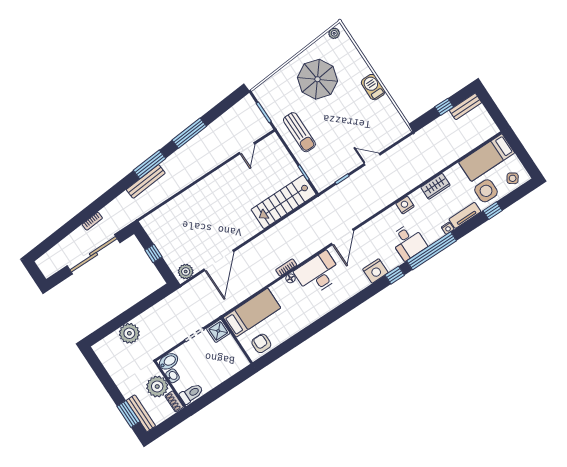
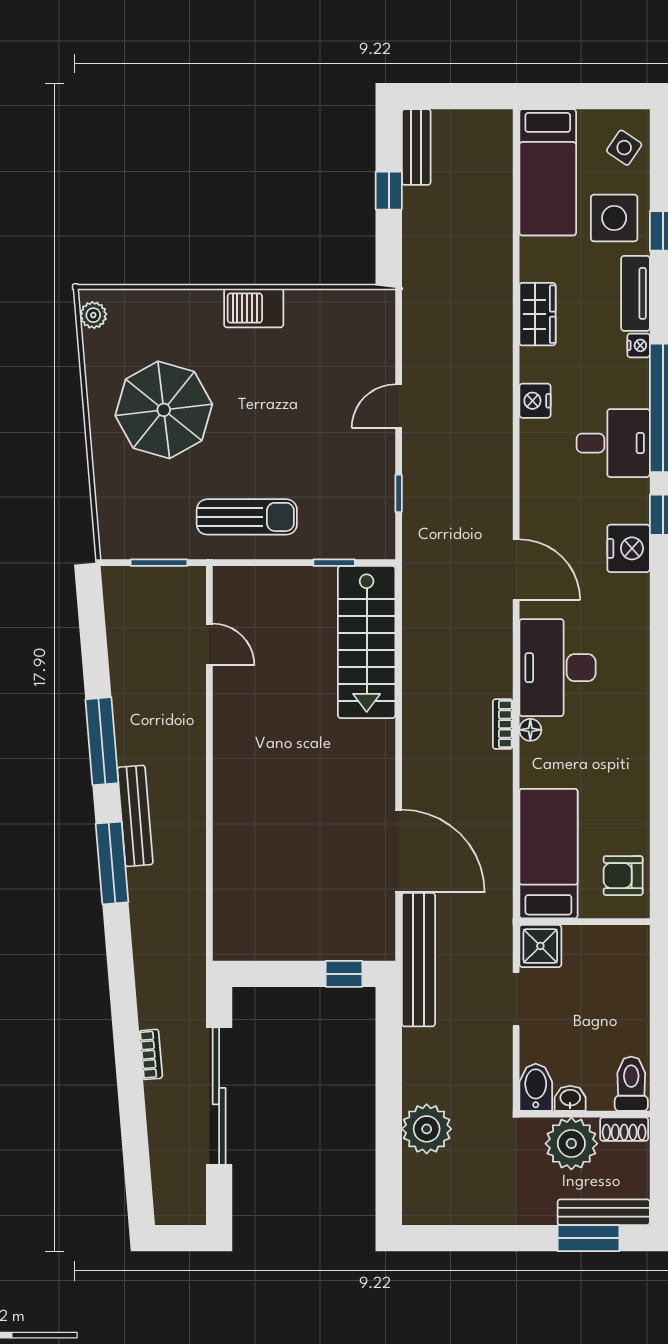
bench: (146, 181) -> (135, 816), moved
window: (153, 254) -> (344, 974), moved
plant: (186, 272) -> (377, 933), removed
bench: (186, 292) -> (418, 960), added

